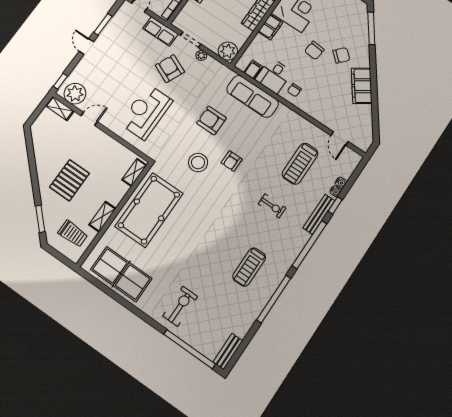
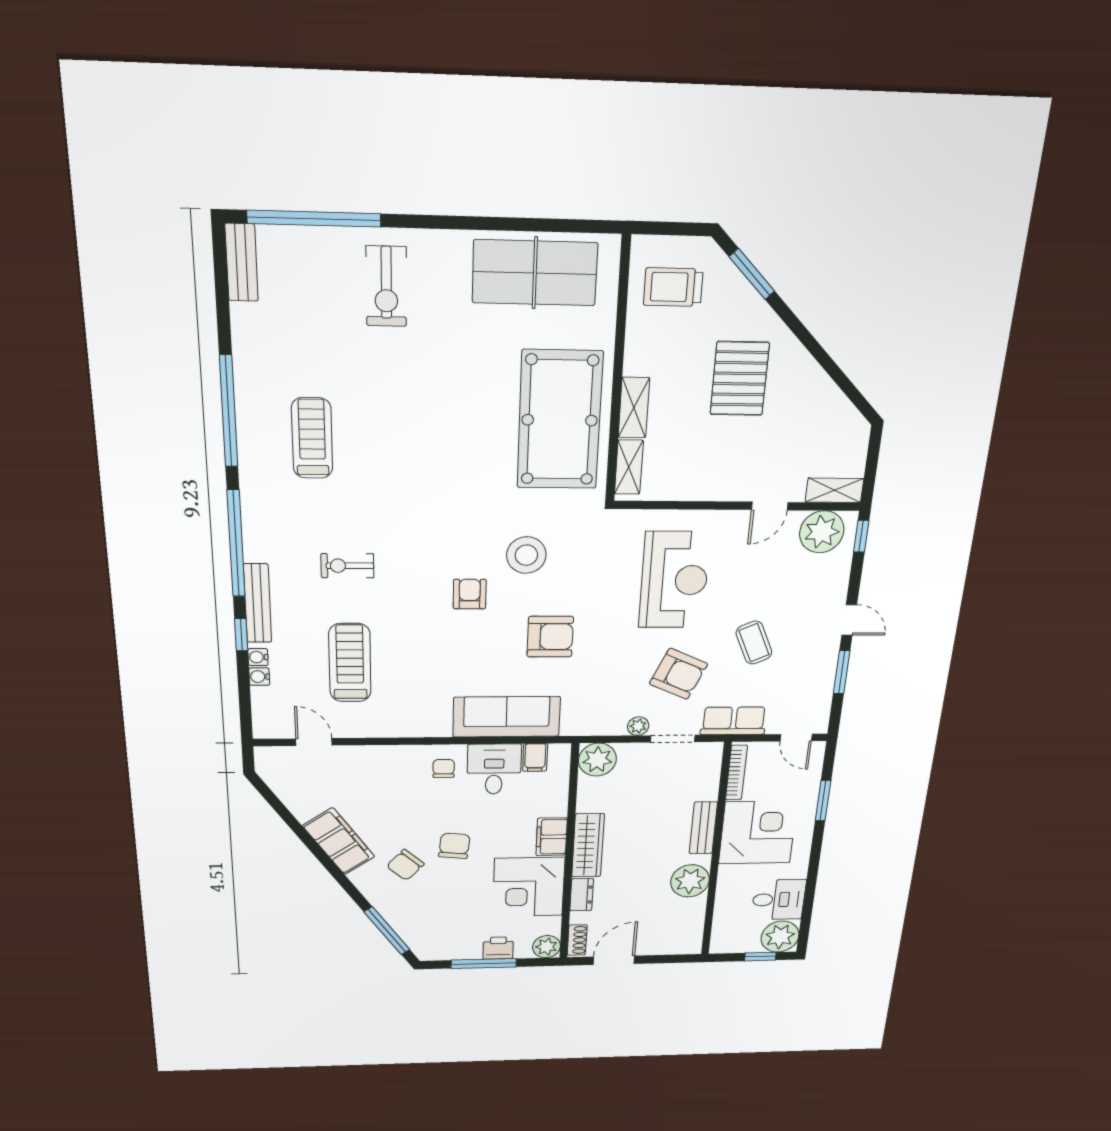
coffee table: (131, 62) -> (754, 643), added
shelving: (102, 217) -> (634, 408), moved

